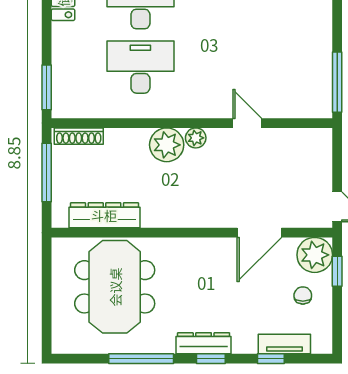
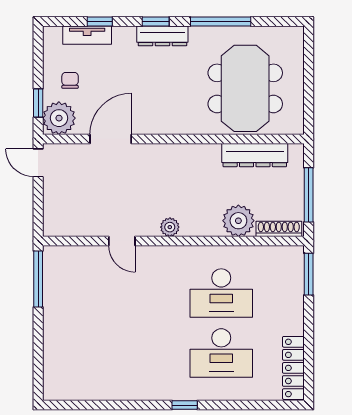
plant: (167, 145) -> (238, 221), moved
chair: (303, 295) -> (70, 80), turned 180

